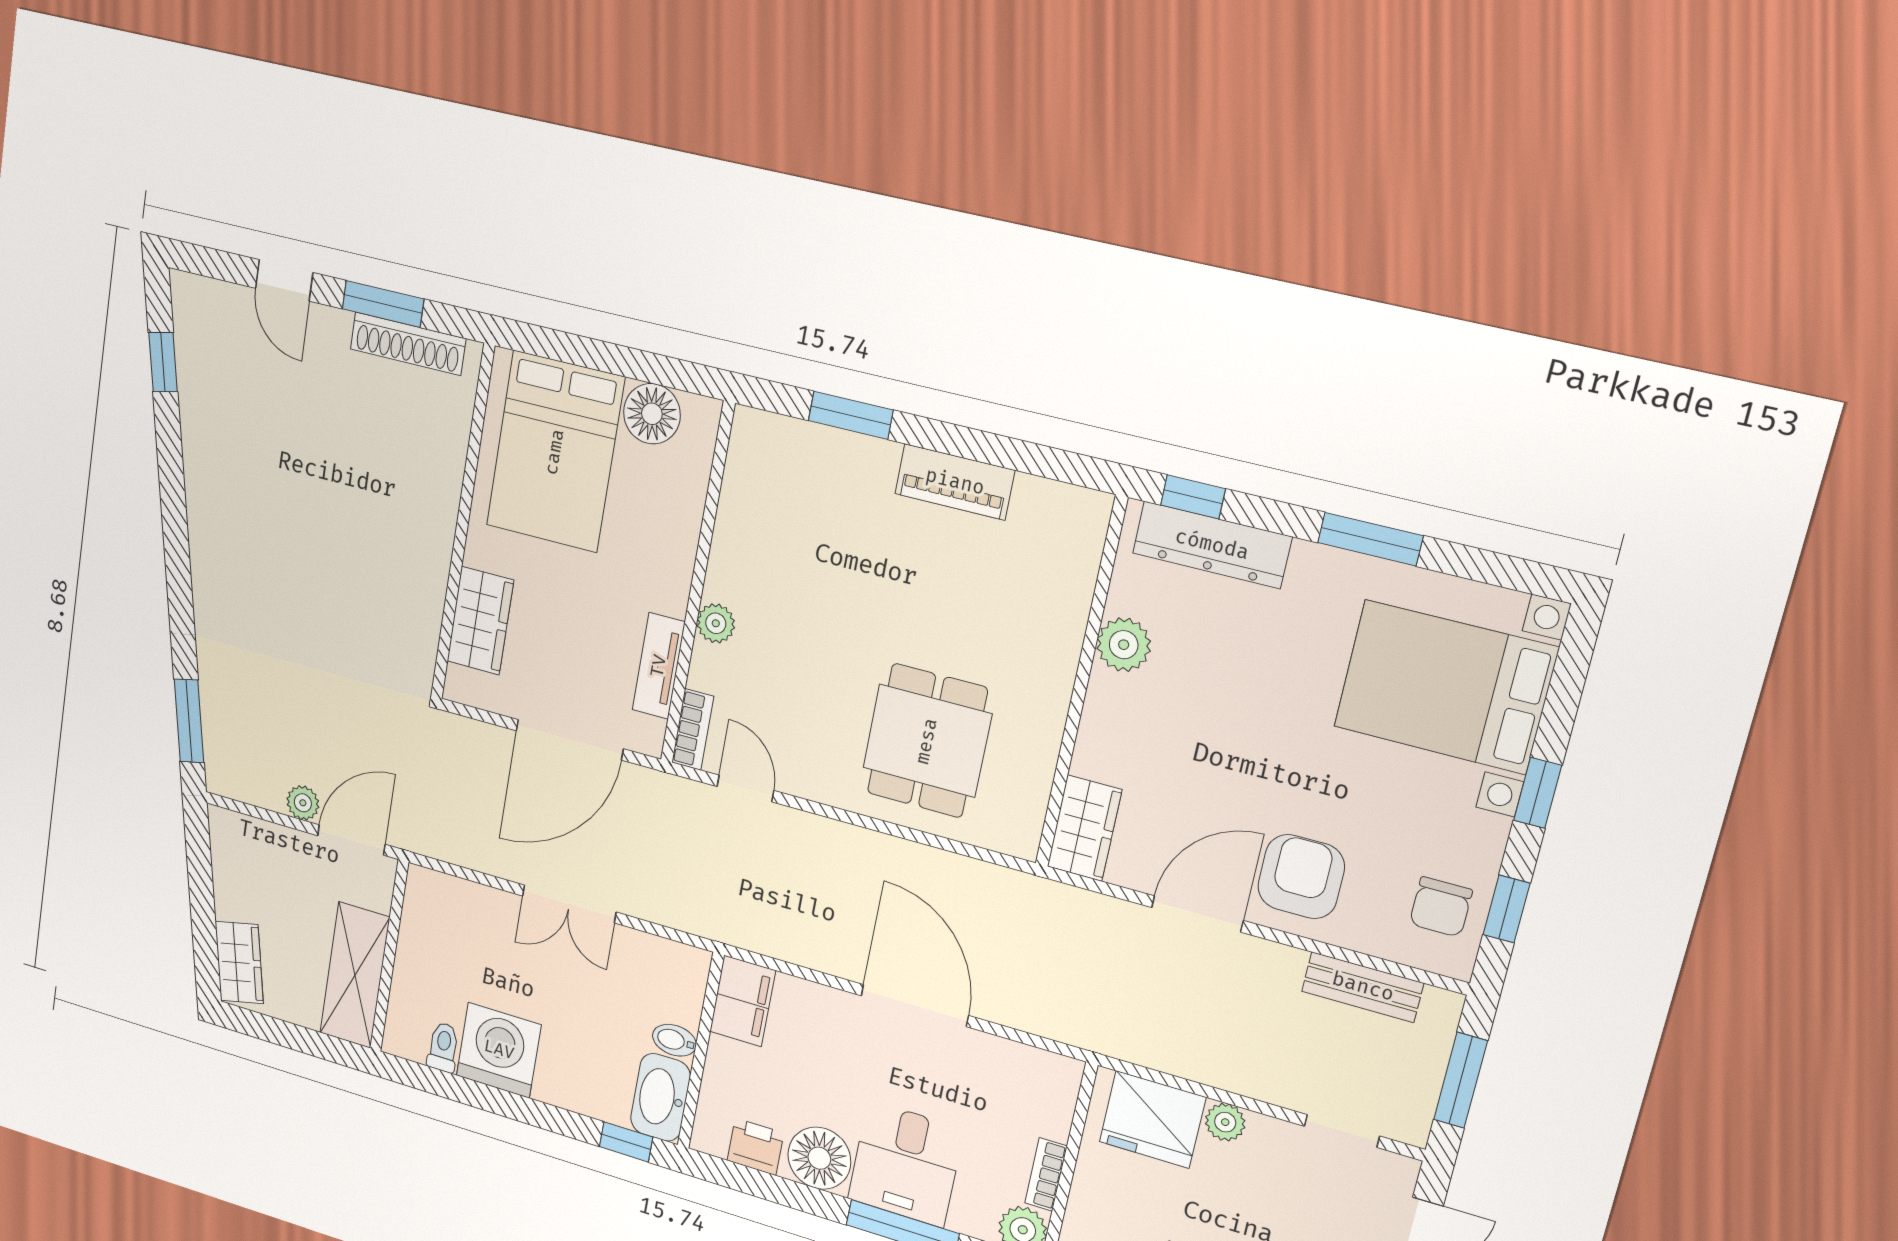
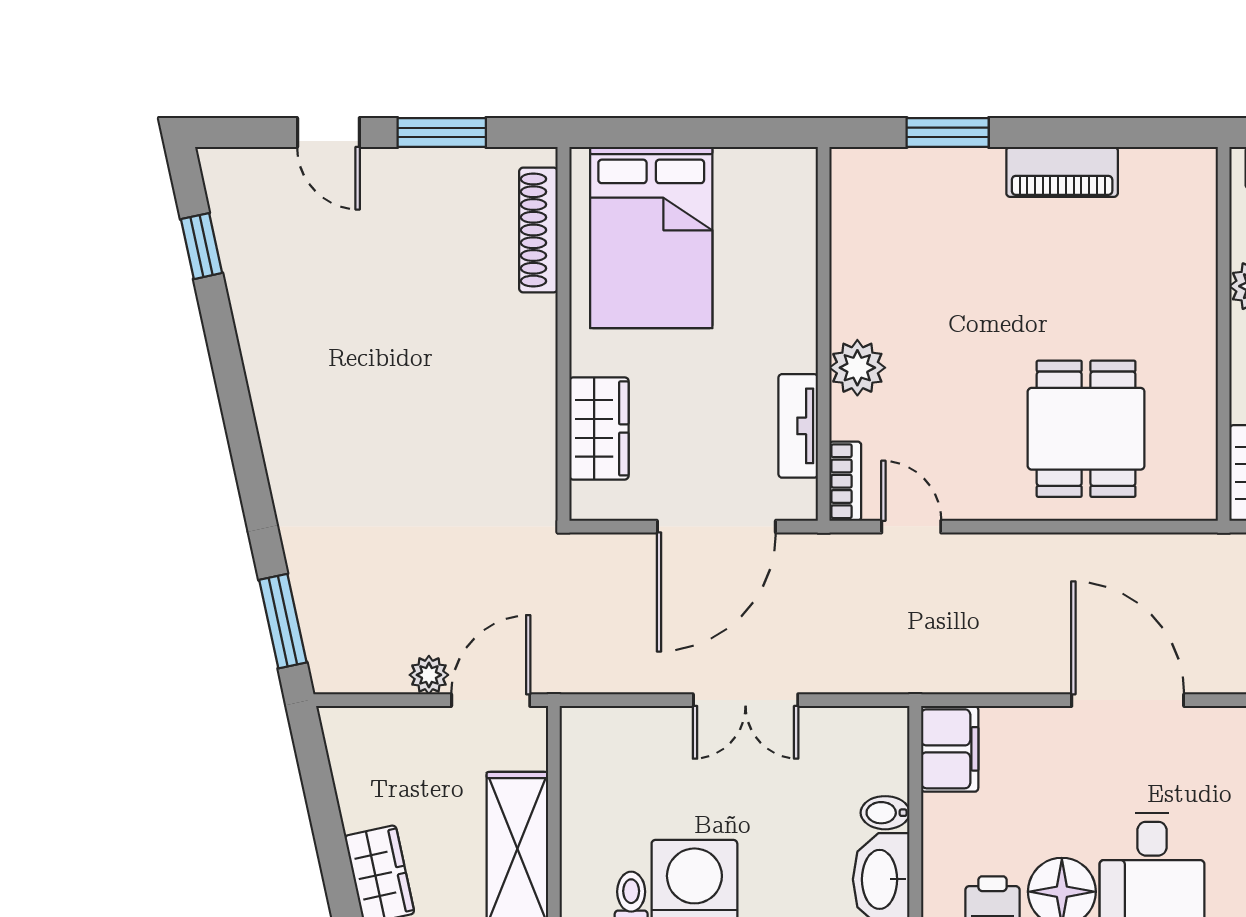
shoe rack: (408, 344) -> (538, 230), moved, turned 90
floor lamp: (652, 414) -> (746, 177), removed
plant: (716, 623) -> (857, 368), width x1.38, depth x1.38

